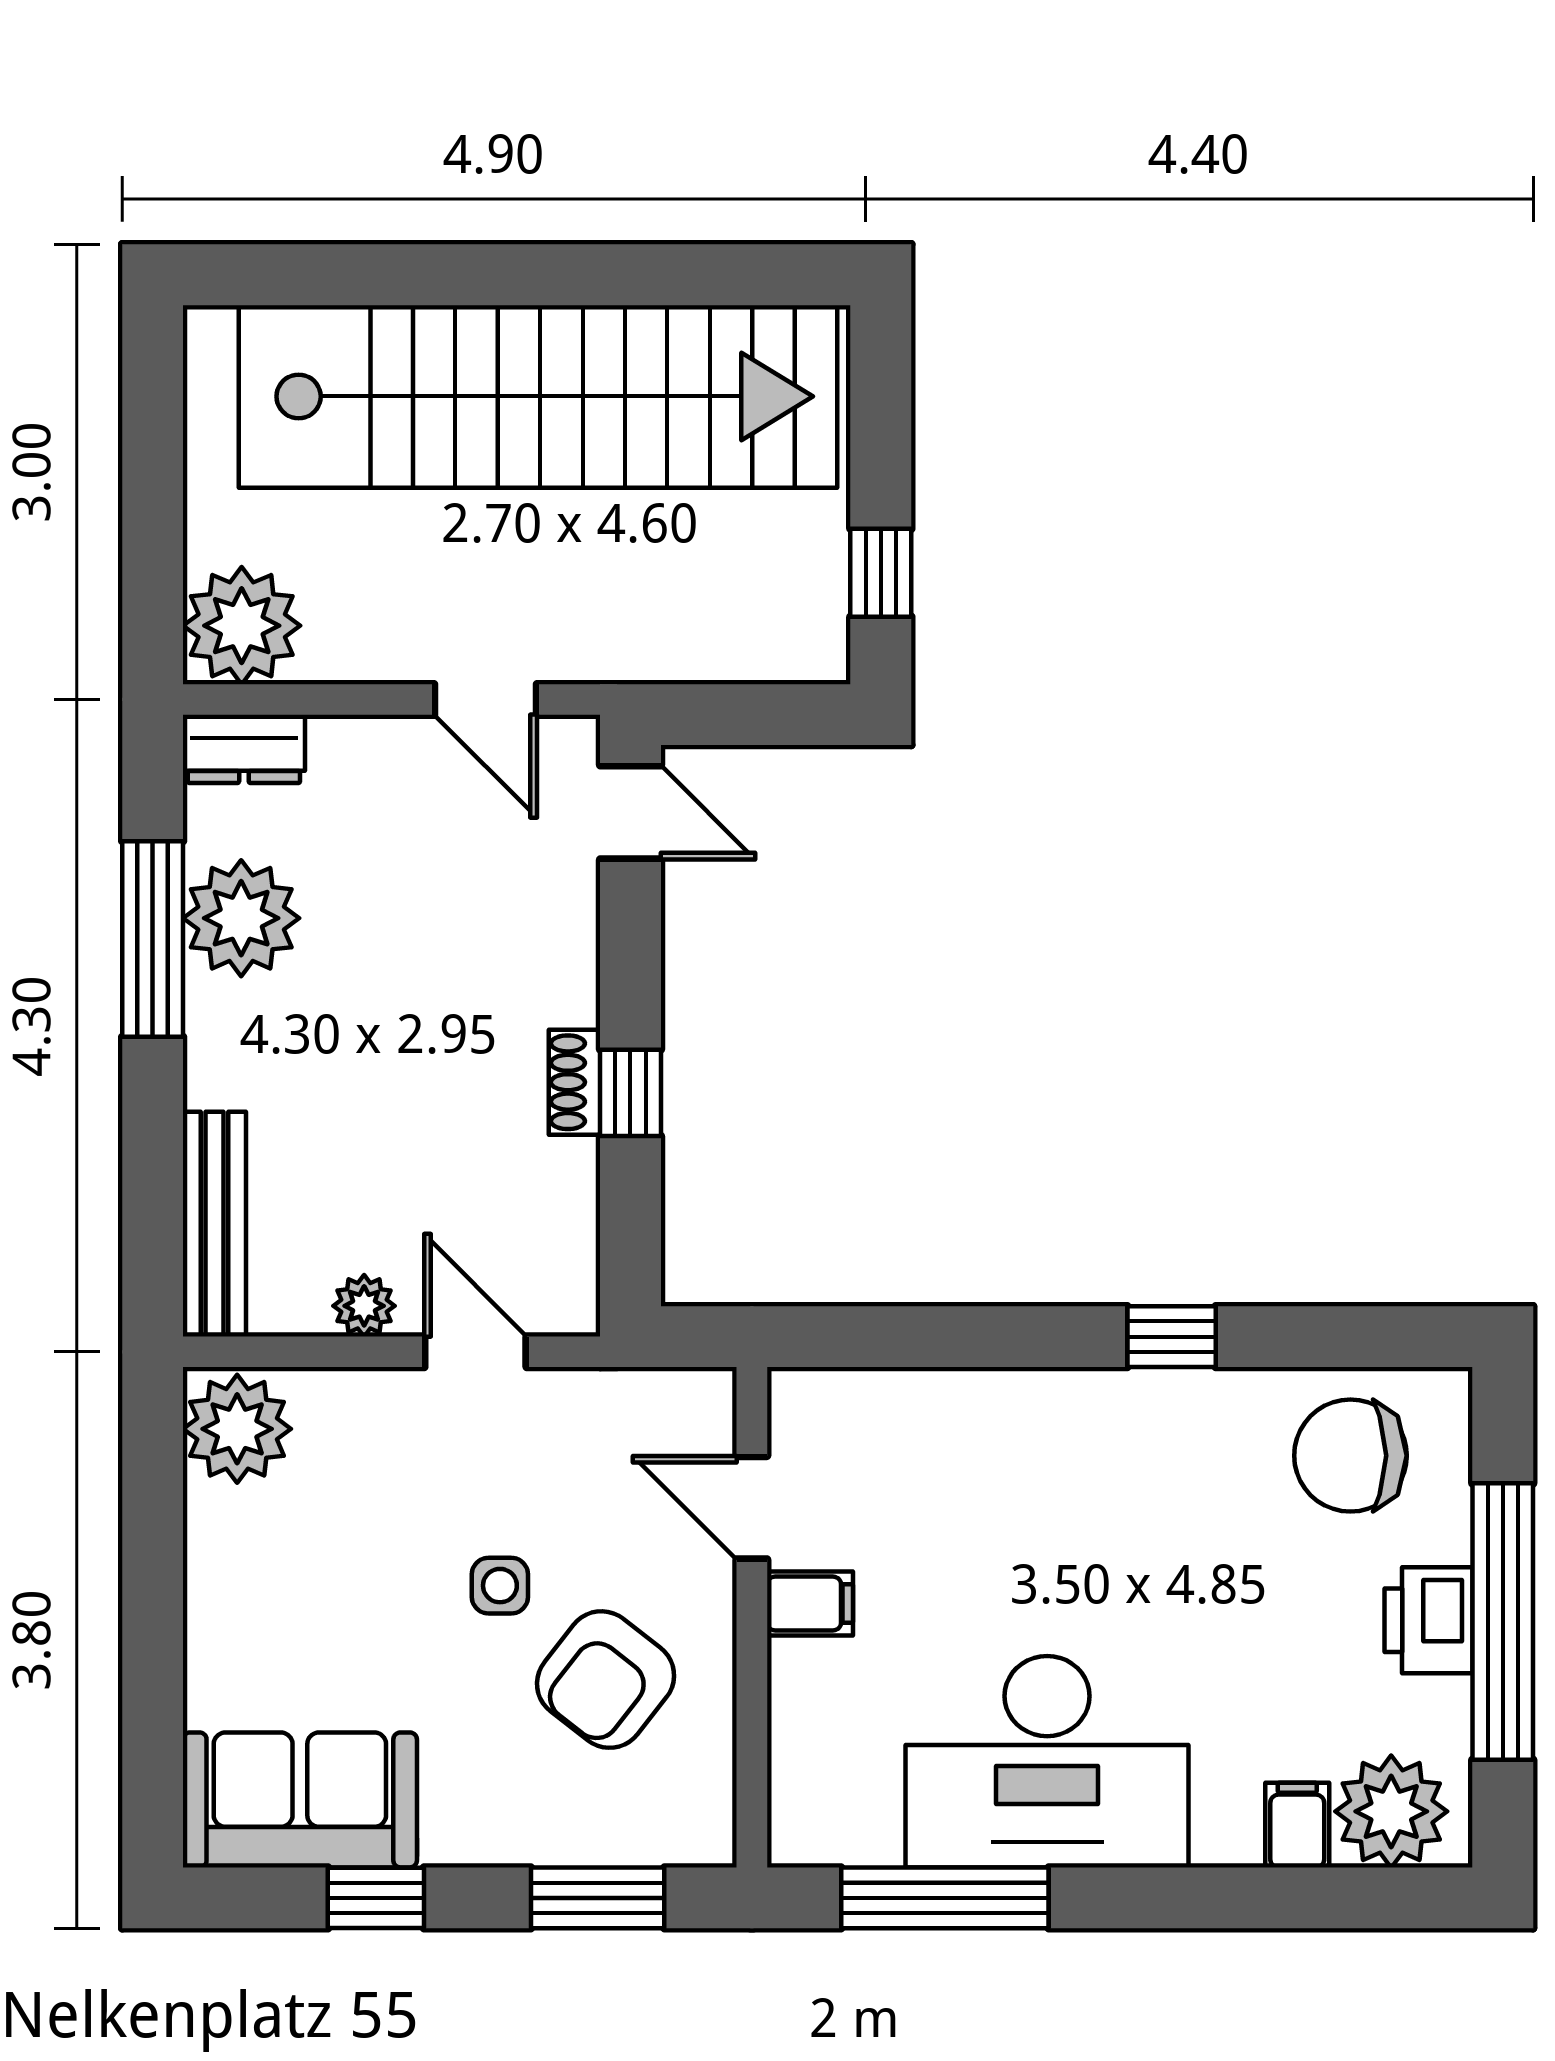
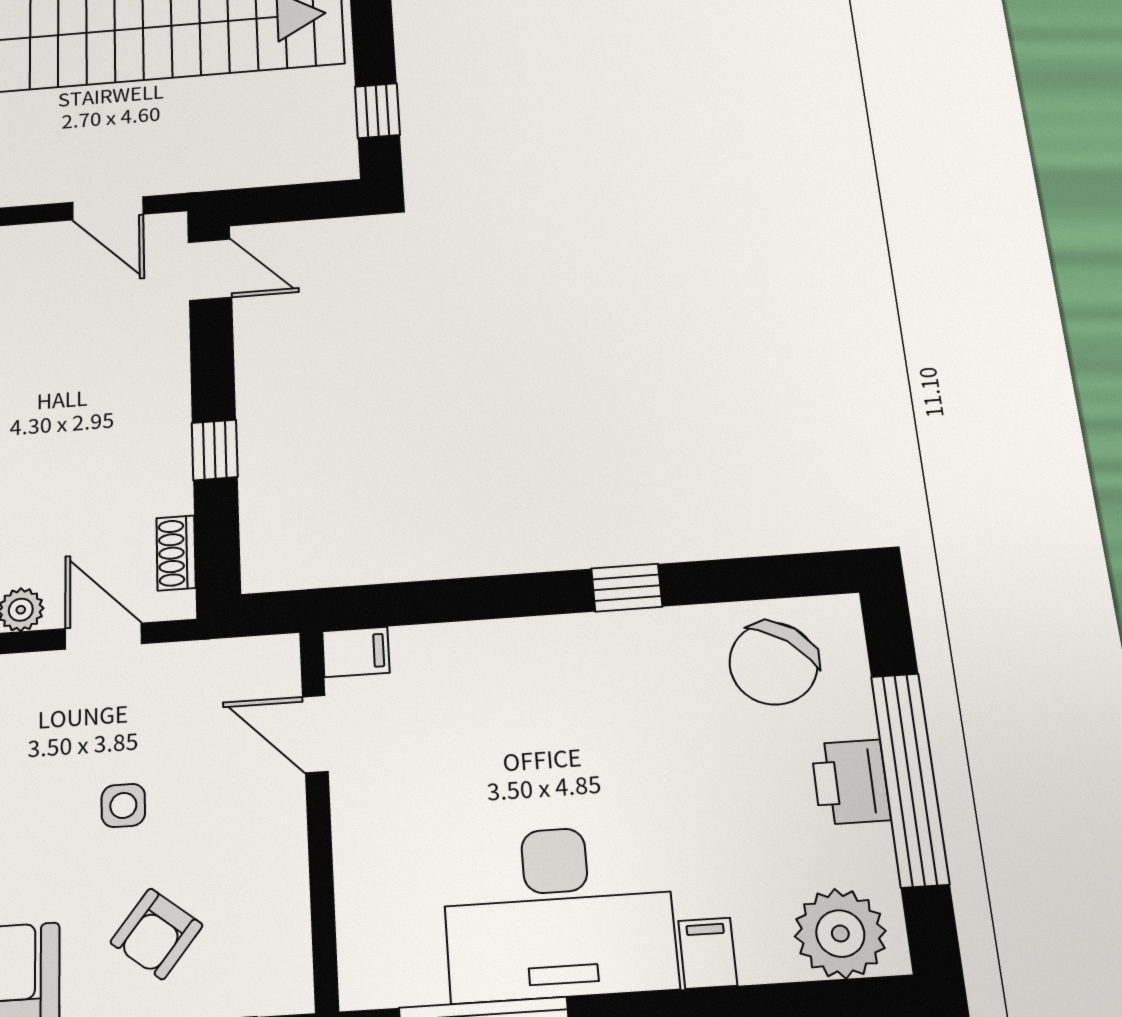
shoe rack: (575, 1082) -> (176, 553), moved
chair: (1350, 1456) -> (773, 663), turned -54
filing cabinet: (810, 1604) -> (356, 652), moved
armchair: (606, 1680) -> (156, 934), moved, width x0.72, depth x0.72
filing cabinet: (1297, 1825) -> (708, 953), moved

